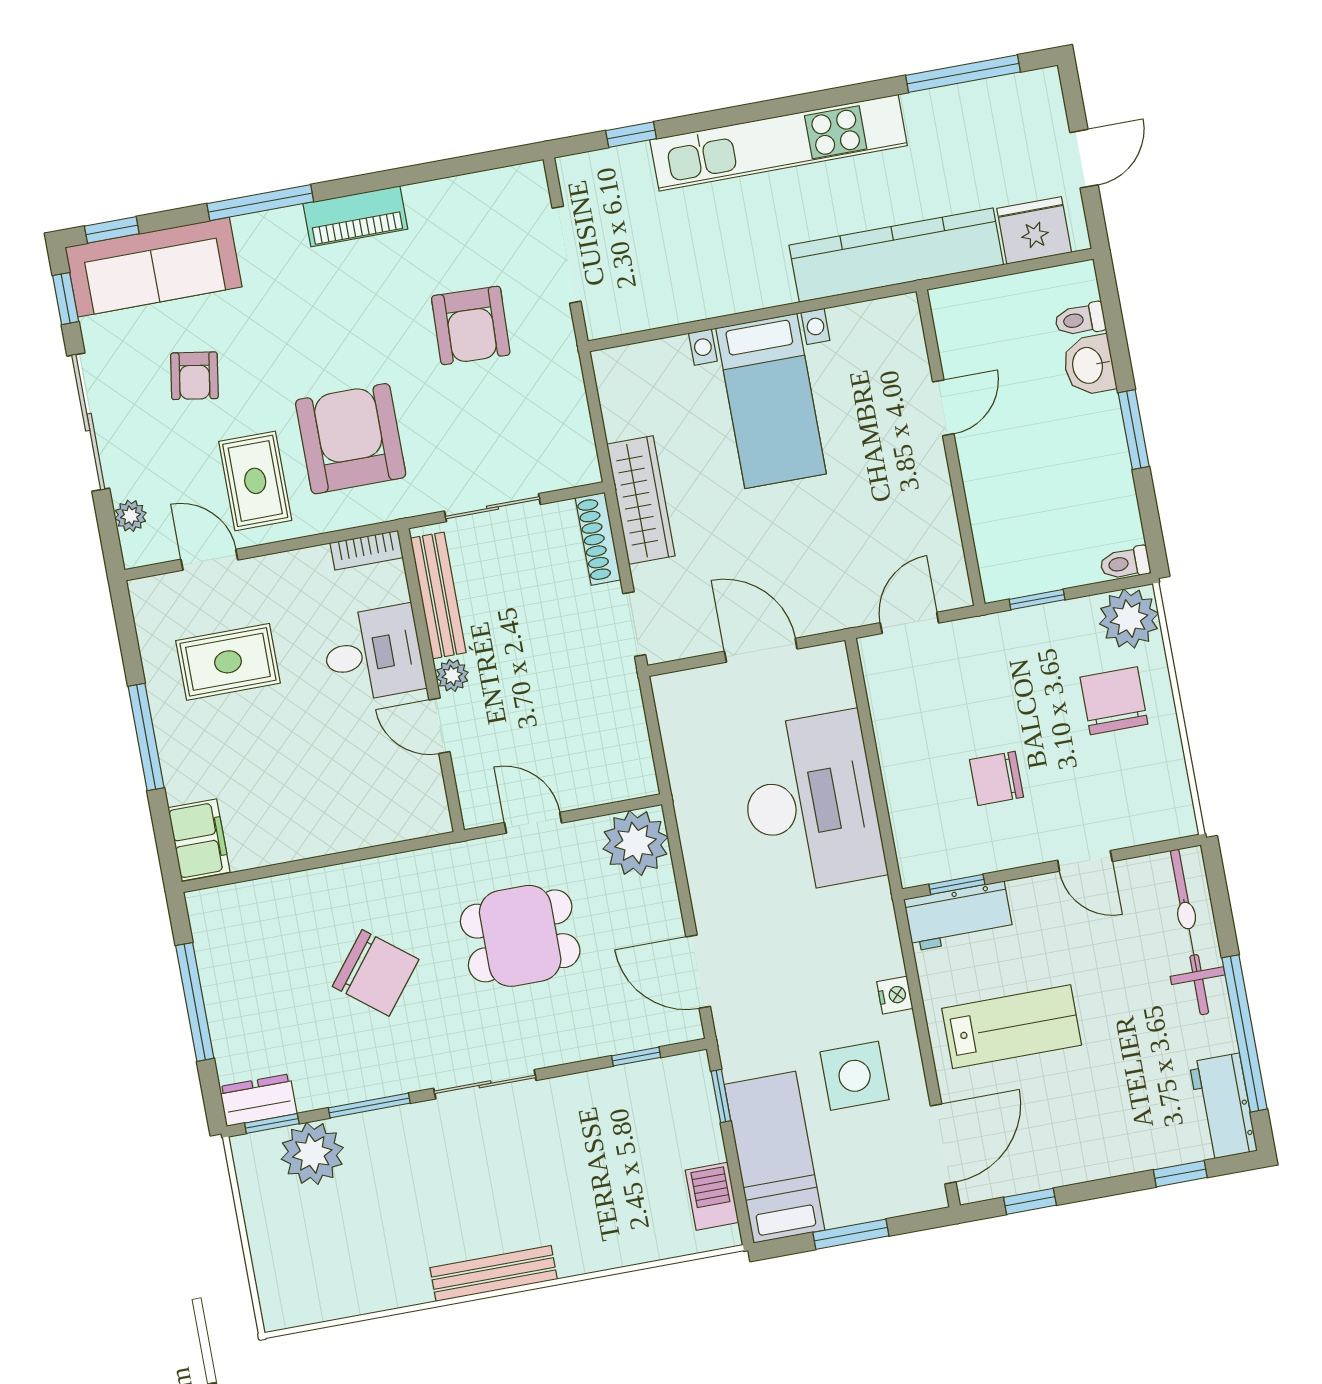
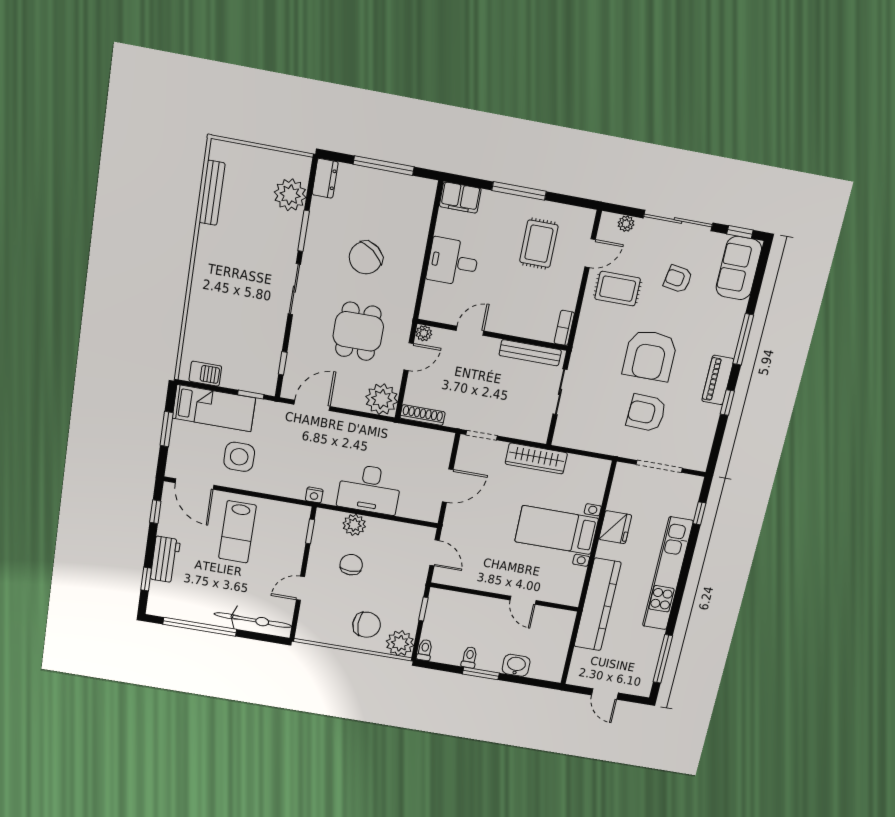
window: (112, 230) -> (727, 403), moved
fridge: (1034, 230) -> (615, 527), moved
sofa: (153, 267) -> (739, 268), width x0.73
toilet: (1080, 319) -> (469, 657), moved
armchair: (351, 439) -> (650, 355), moved, turned 90
shoe rack: (598, 539) -> (423, 415), moved
desk: (373, 654) -> (453, 262), moved, turned 90
plant: (452, 675) -> (424, 333), moved
desk: (811, 803) -> (369, 489), width x0.73, depth x0.77
plant: (910, 803) -> (354, 525), added
workbench: (959, 916) -> (296, 527), removed
nightstand: (895, 995) -> (314, 495), moved
workbench: (1223, 1107) -> (165, 560), moved, turned 90
window: (272, 1123) -> (312, 181), removed
bench: (494, 1273) -> (212, 193), moved

